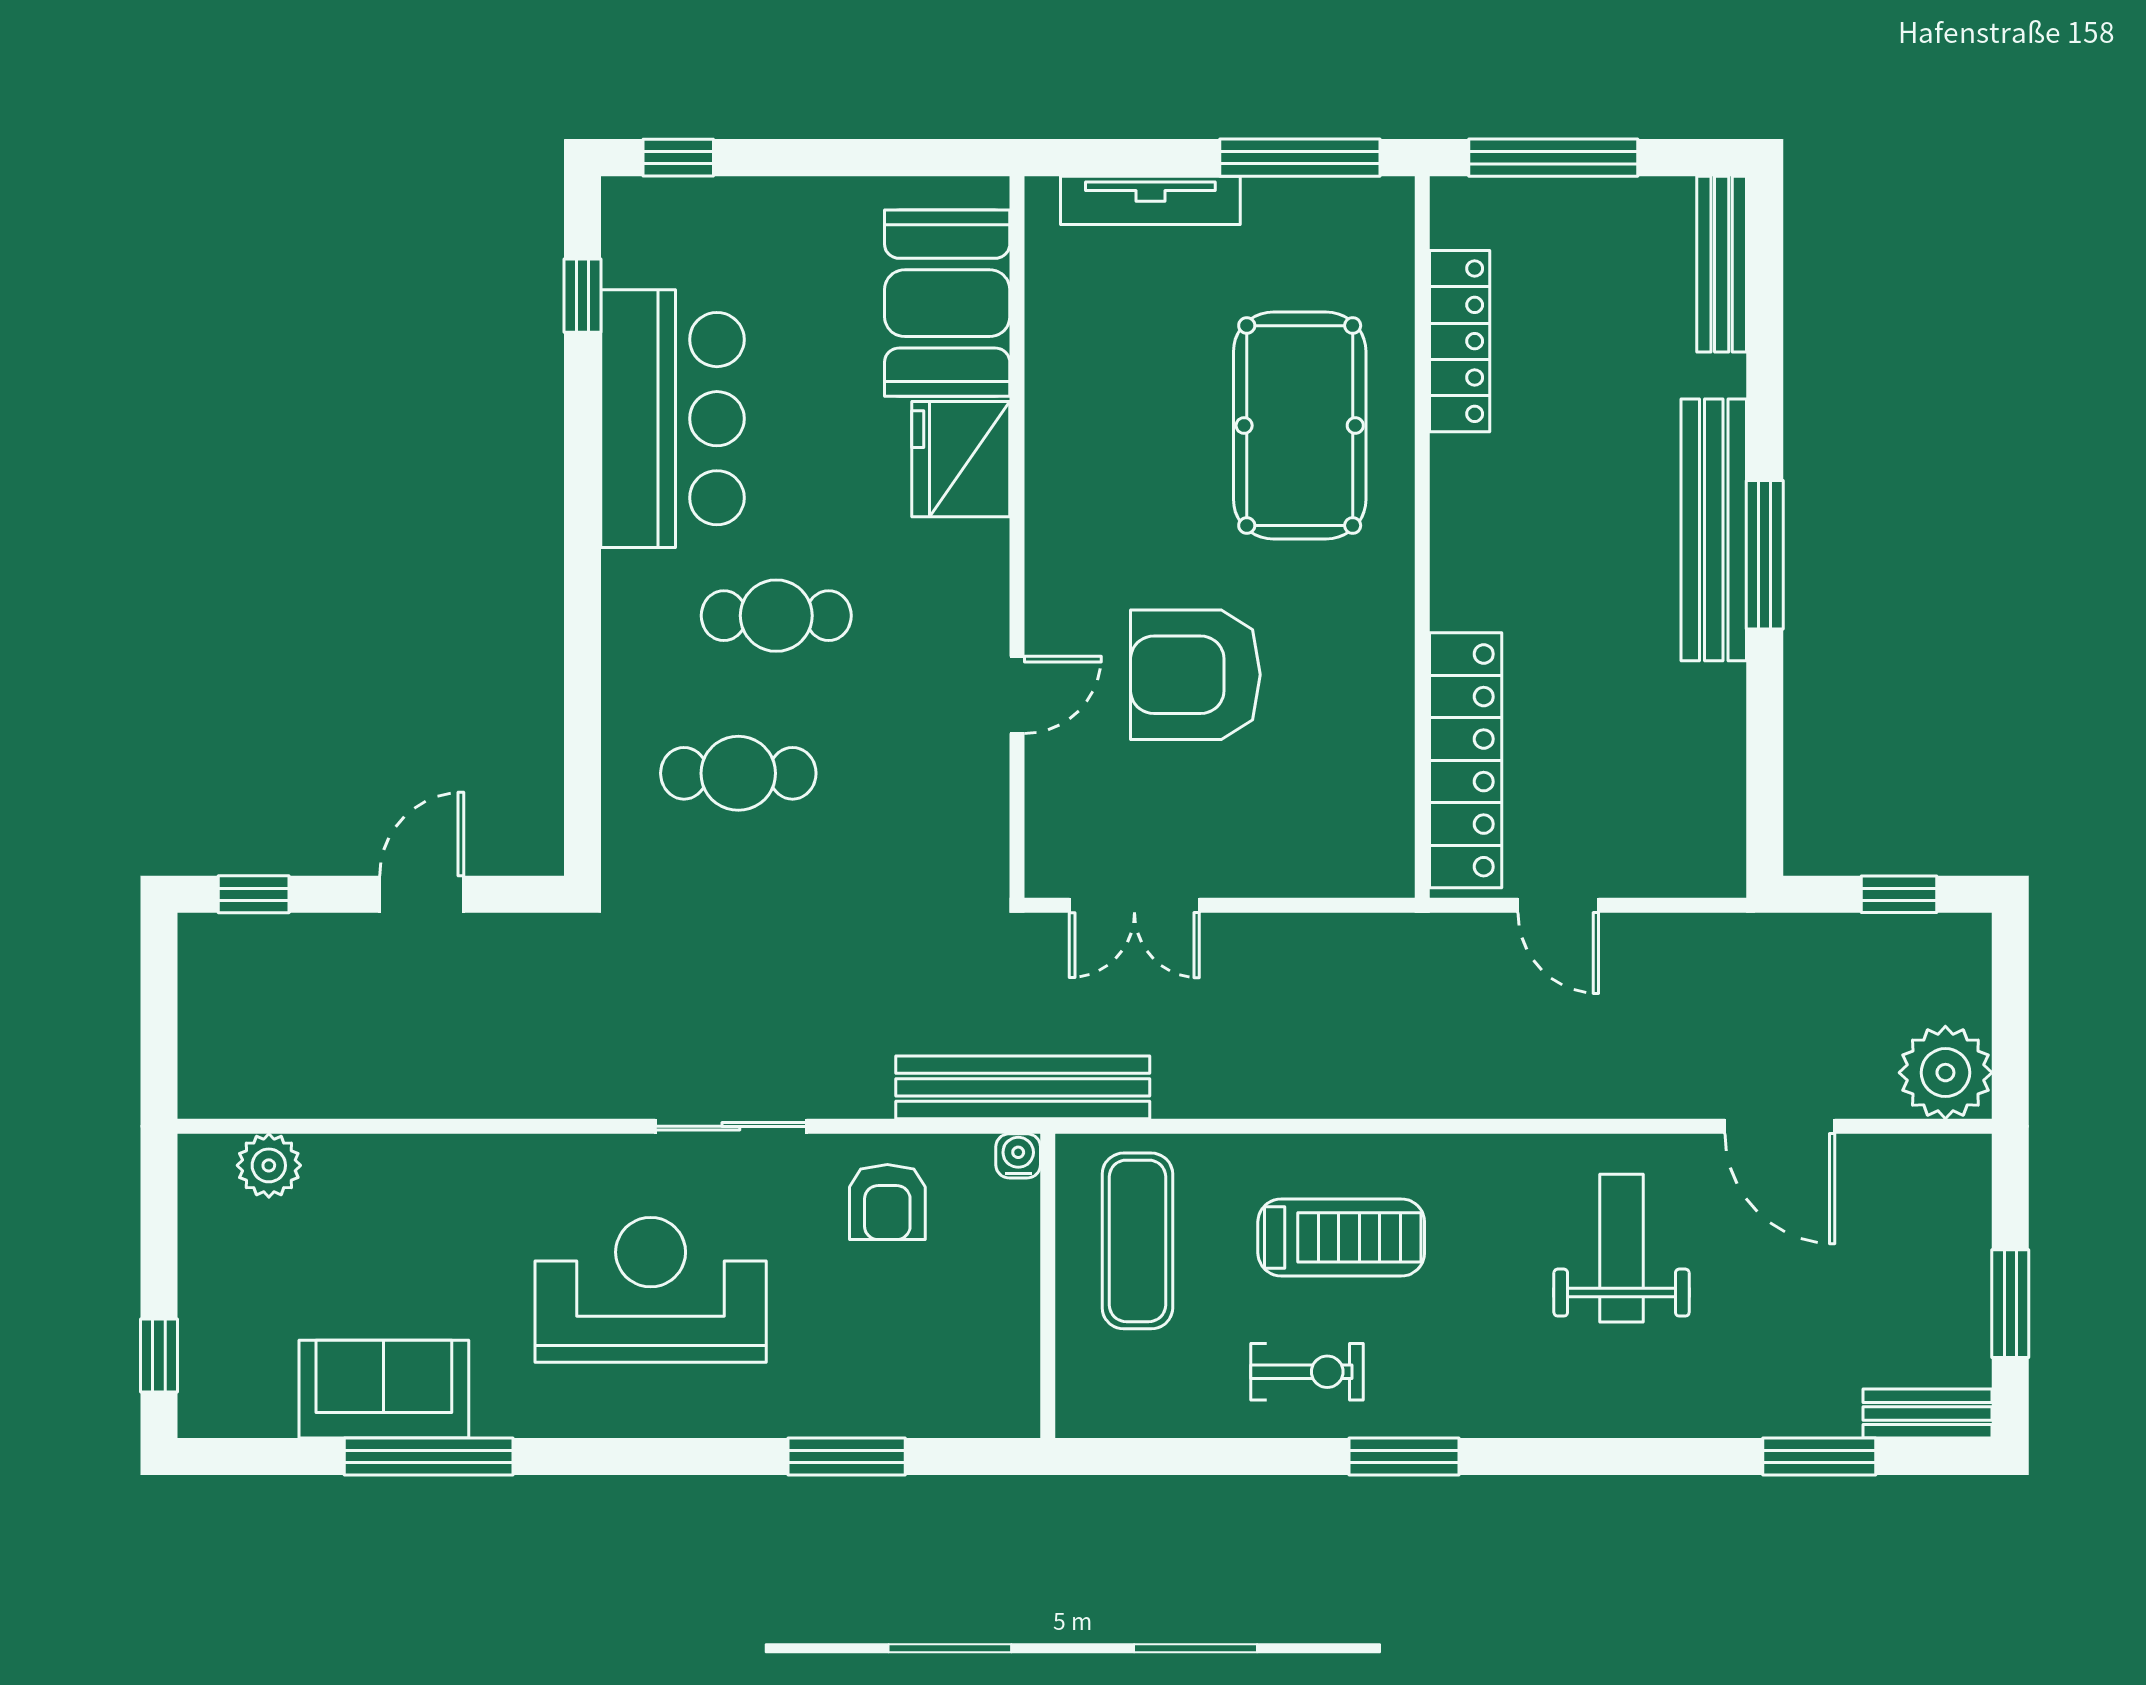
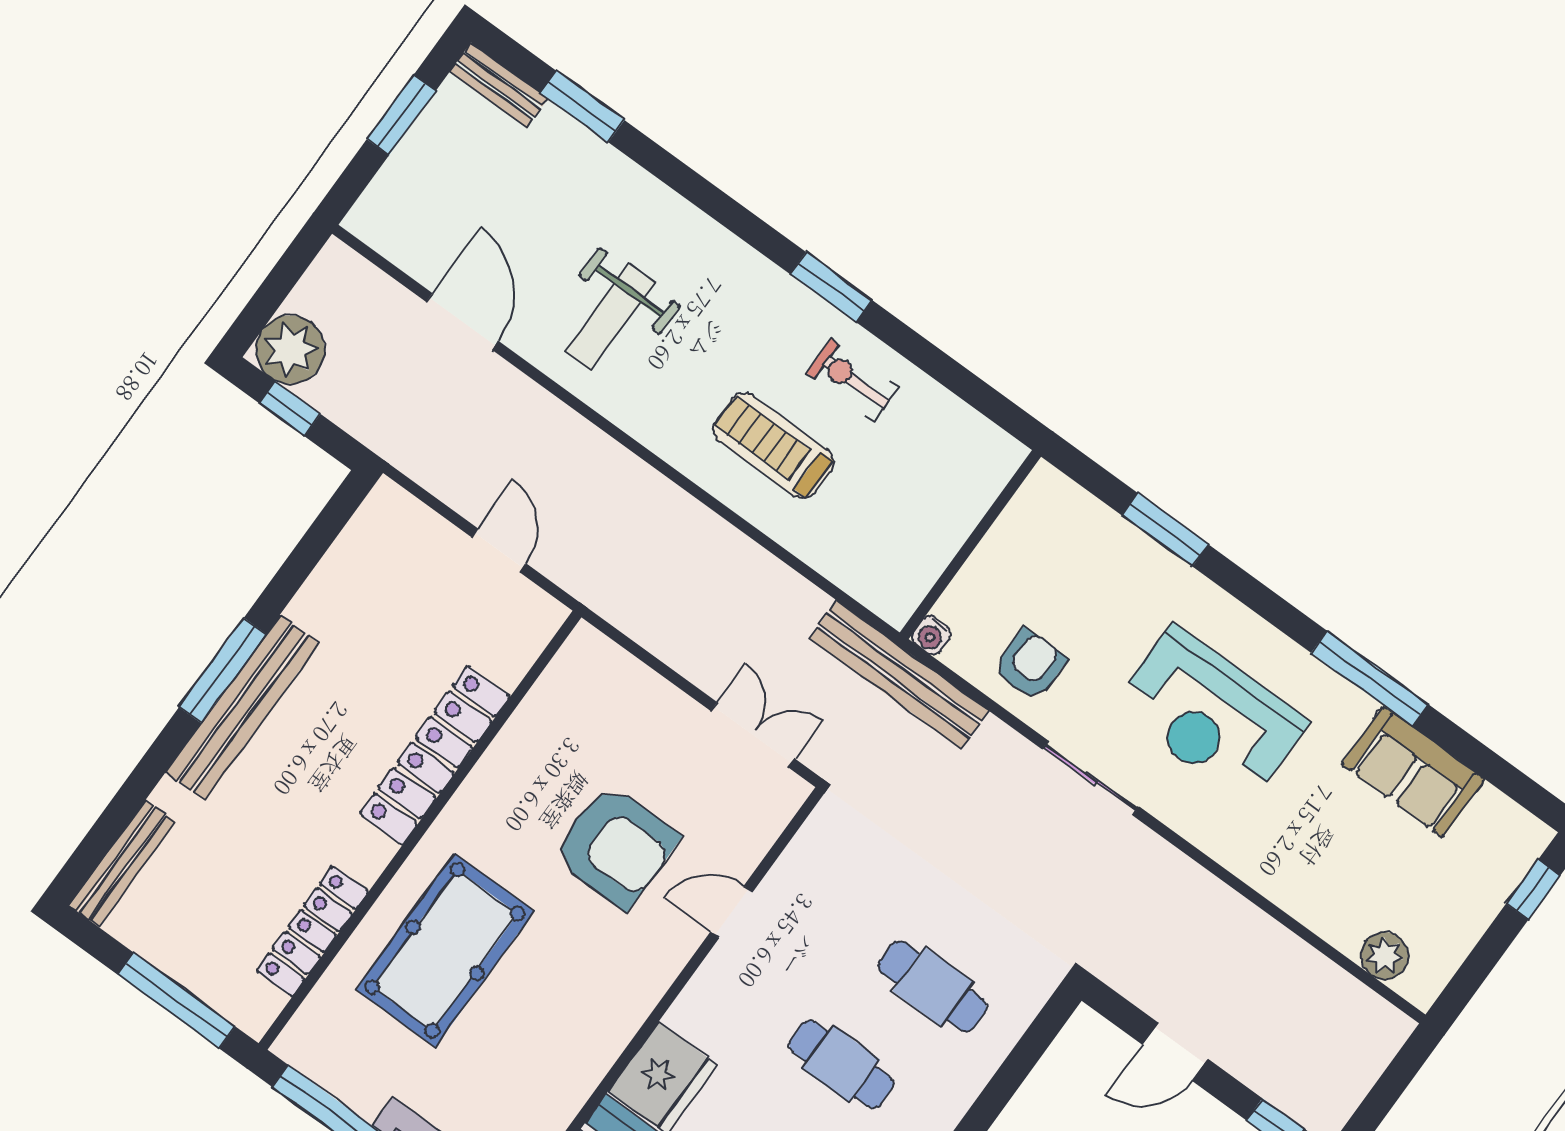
locker: (1466, 760) -> (435, 755), moved
plant: (1945, 1073) -> (290, 350), moved
exercise mat: (1137, 1241) -> (897, 532), removed
window: (429, 1456) -> (1370, 679), moved

